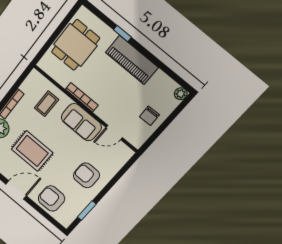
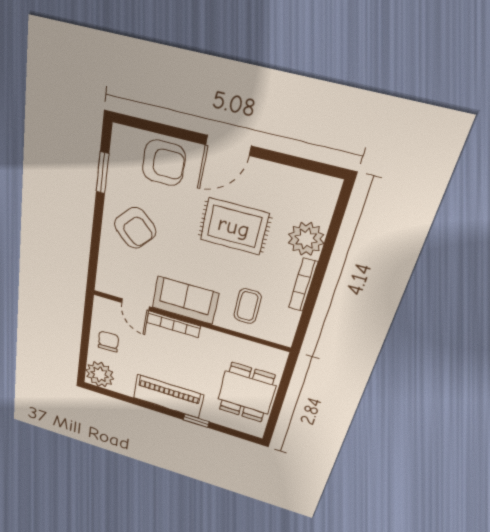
plant: (181, 94) -> (100, 374), width x1.88, depth x1.88
bookcase: (82, 97) -> (173, 324), moved
door: (114, 132) -> (135, 305), swing flipped
armchair: (86, 175) -> (135, 228), turned 42

